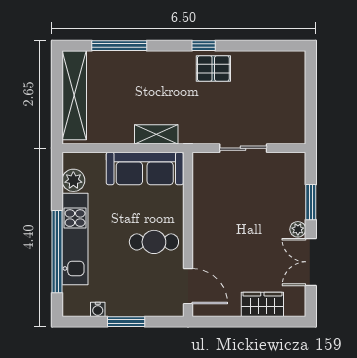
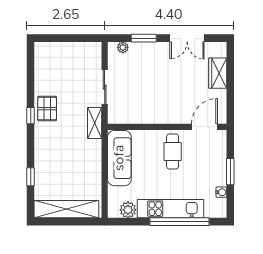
window: (119, 46) -> (31, 177), width x0.46
shelving: (156, 134) -> (95, 123), moved
plant: (298, 229) -> (123, 47), moved

